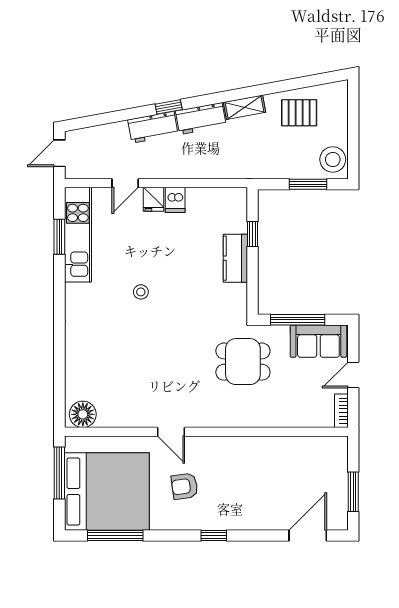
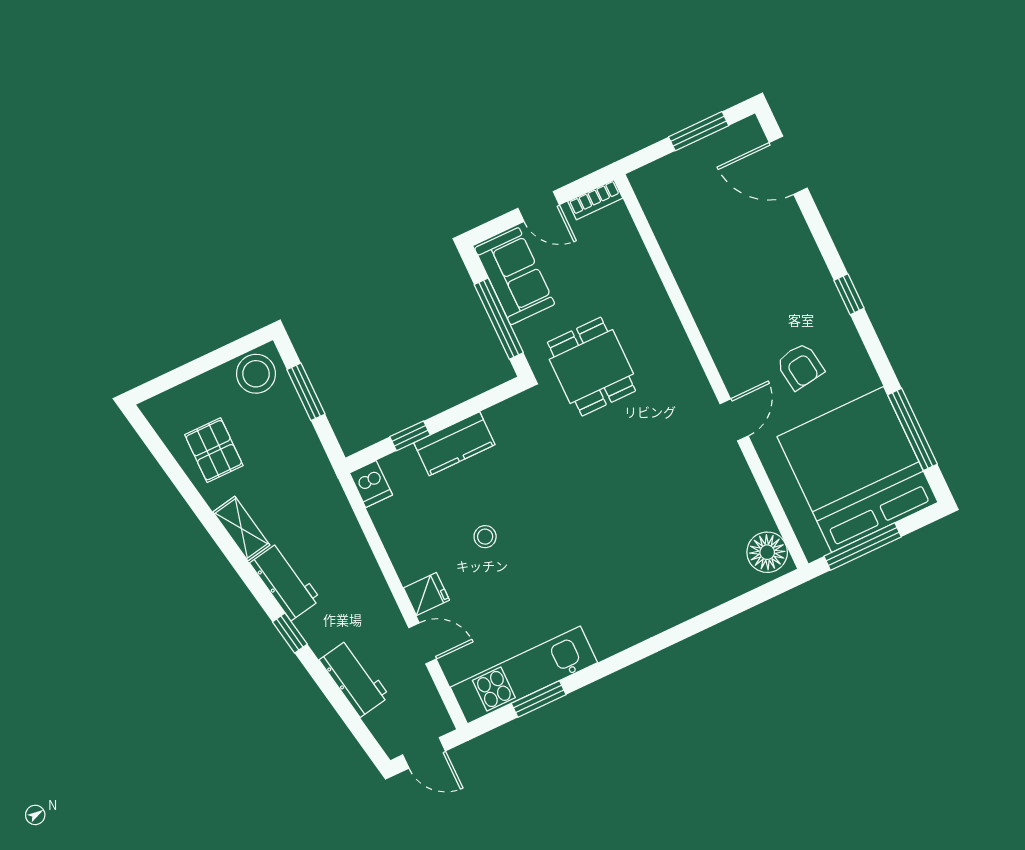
workbench: (153, 127) -> (354, 678), moved
dishwasher: (175, 200) -> (371, 484), moved, turned 90
stool: (141, 292) -> (485, 537), moved

